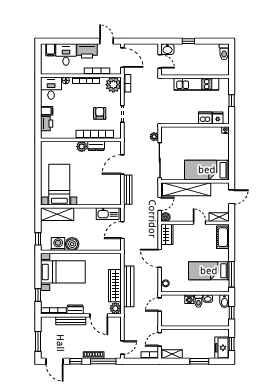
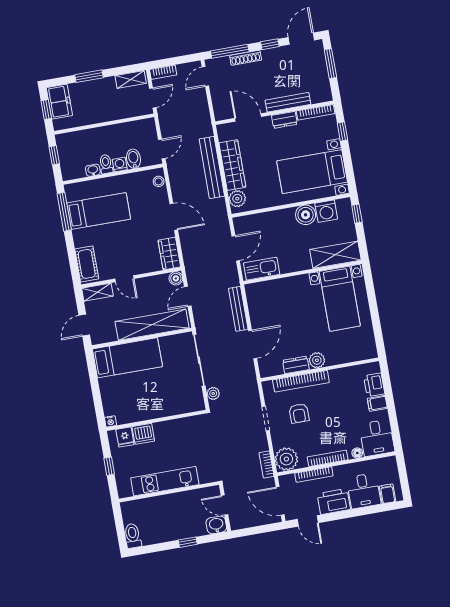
bidet: (224, 301) -> (134, 159), moved
plant: (115, 308) -> (237, 199), moved
door: (54, 361) -> (301, 39), hinge flipped

